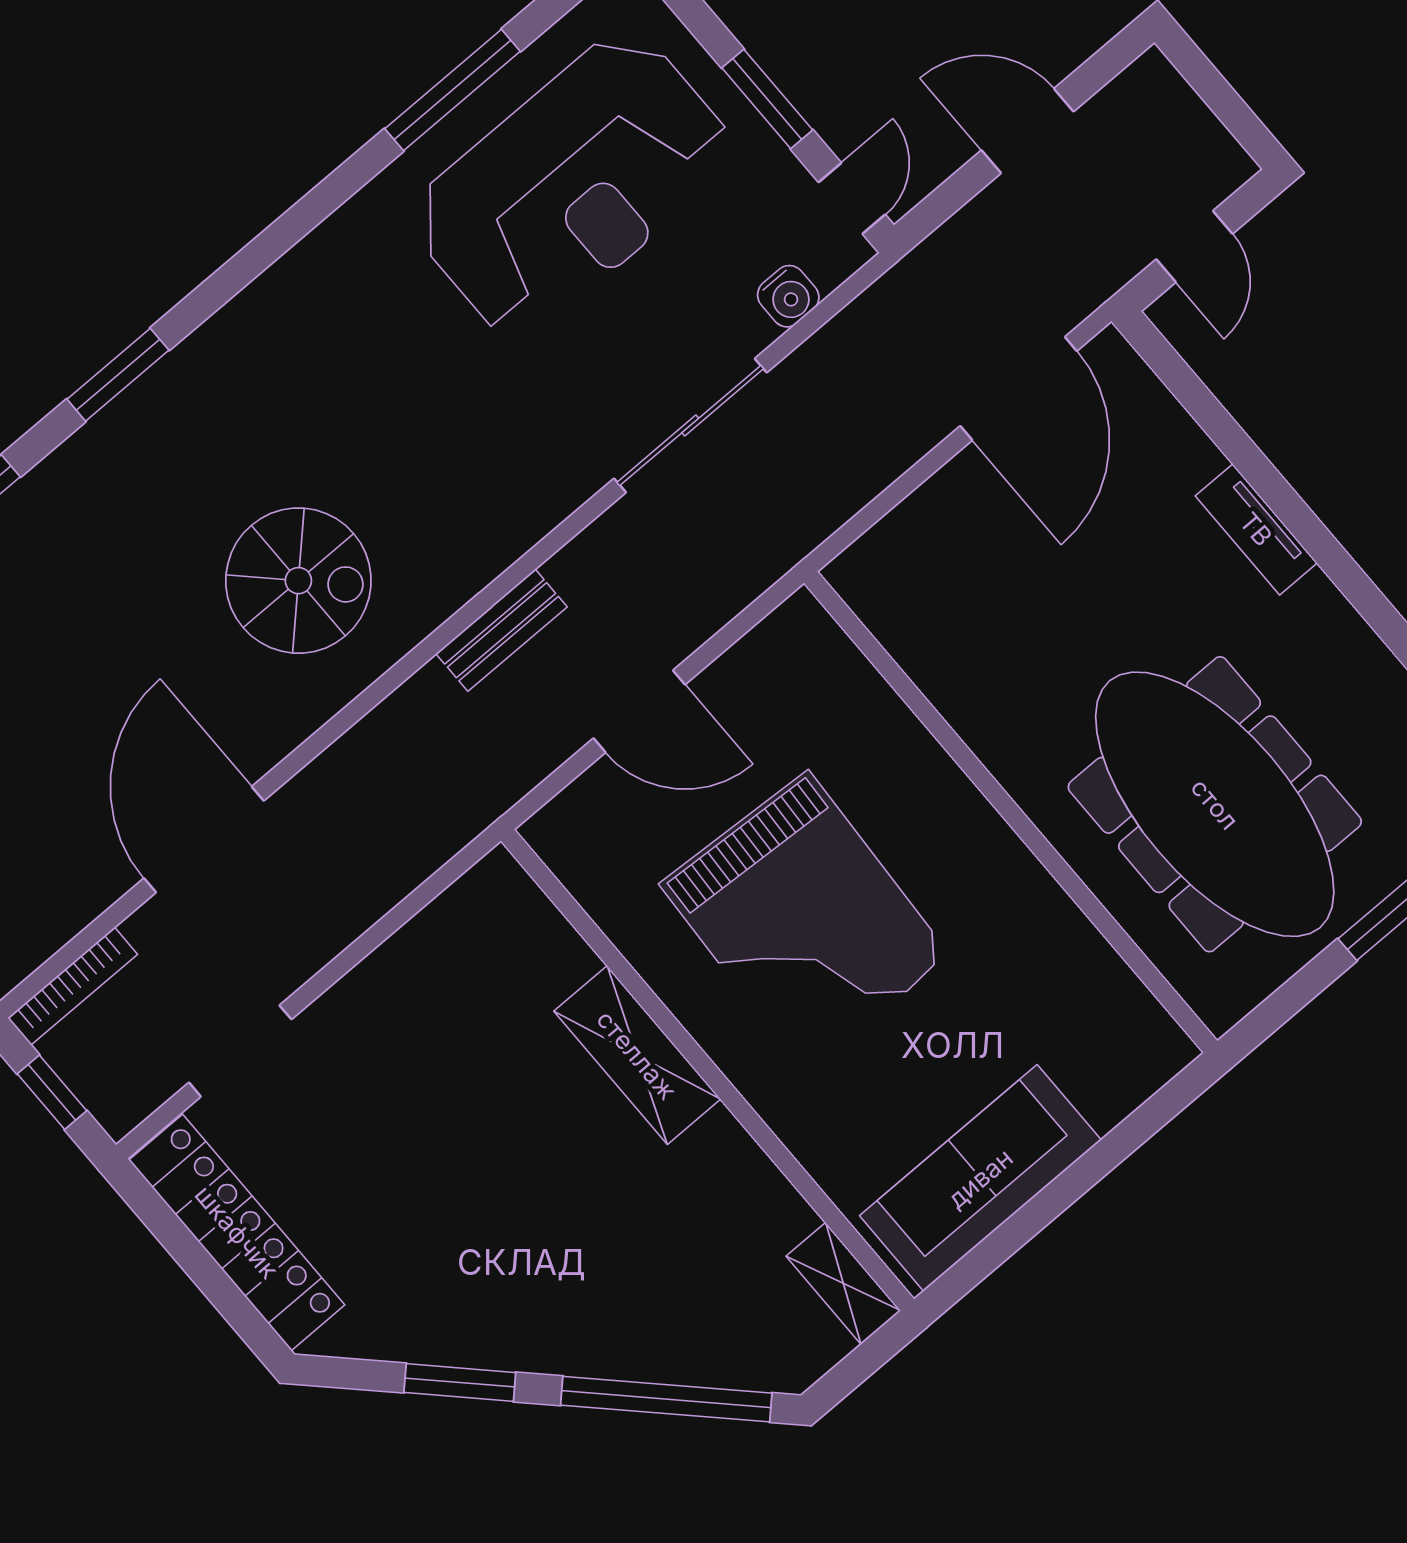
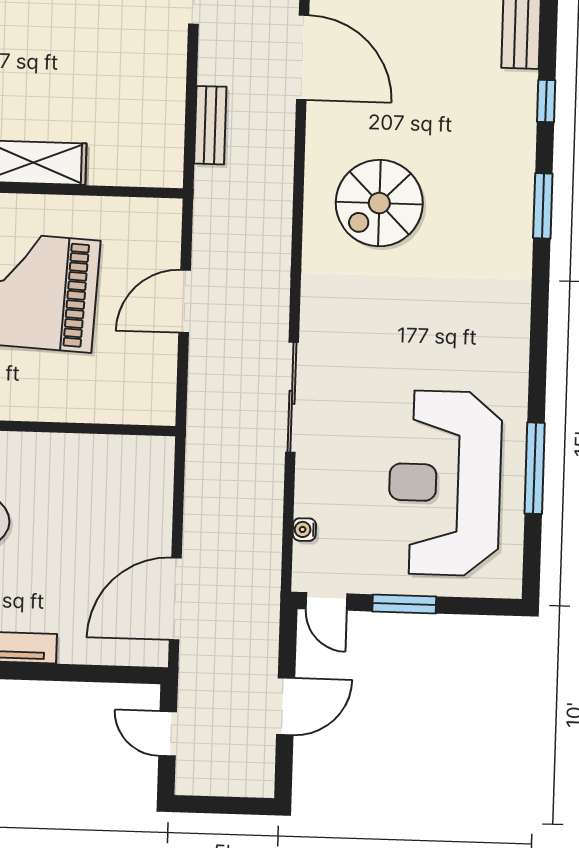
water cooler: (788, 296) -> (304, 530), width x0.72, depth x0.72
door: (1019, 388) -> (175, 599), hinge flipped
sliding door: (690, 425) -> (292, 397), moved
bench: (502, 630) -> (210, 125), moved

